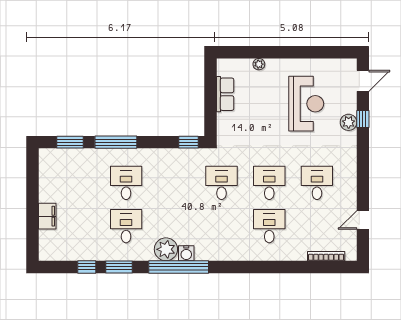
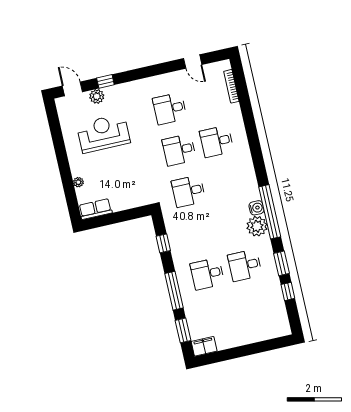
row of seats: (225, 94) -> (95, 209), moved
plant: (349, 122) -> (97, 96), moved
window: (189, 142) -> (163, 243), moved
filing cabinet: (47, 216) -> (204, 346), moved

